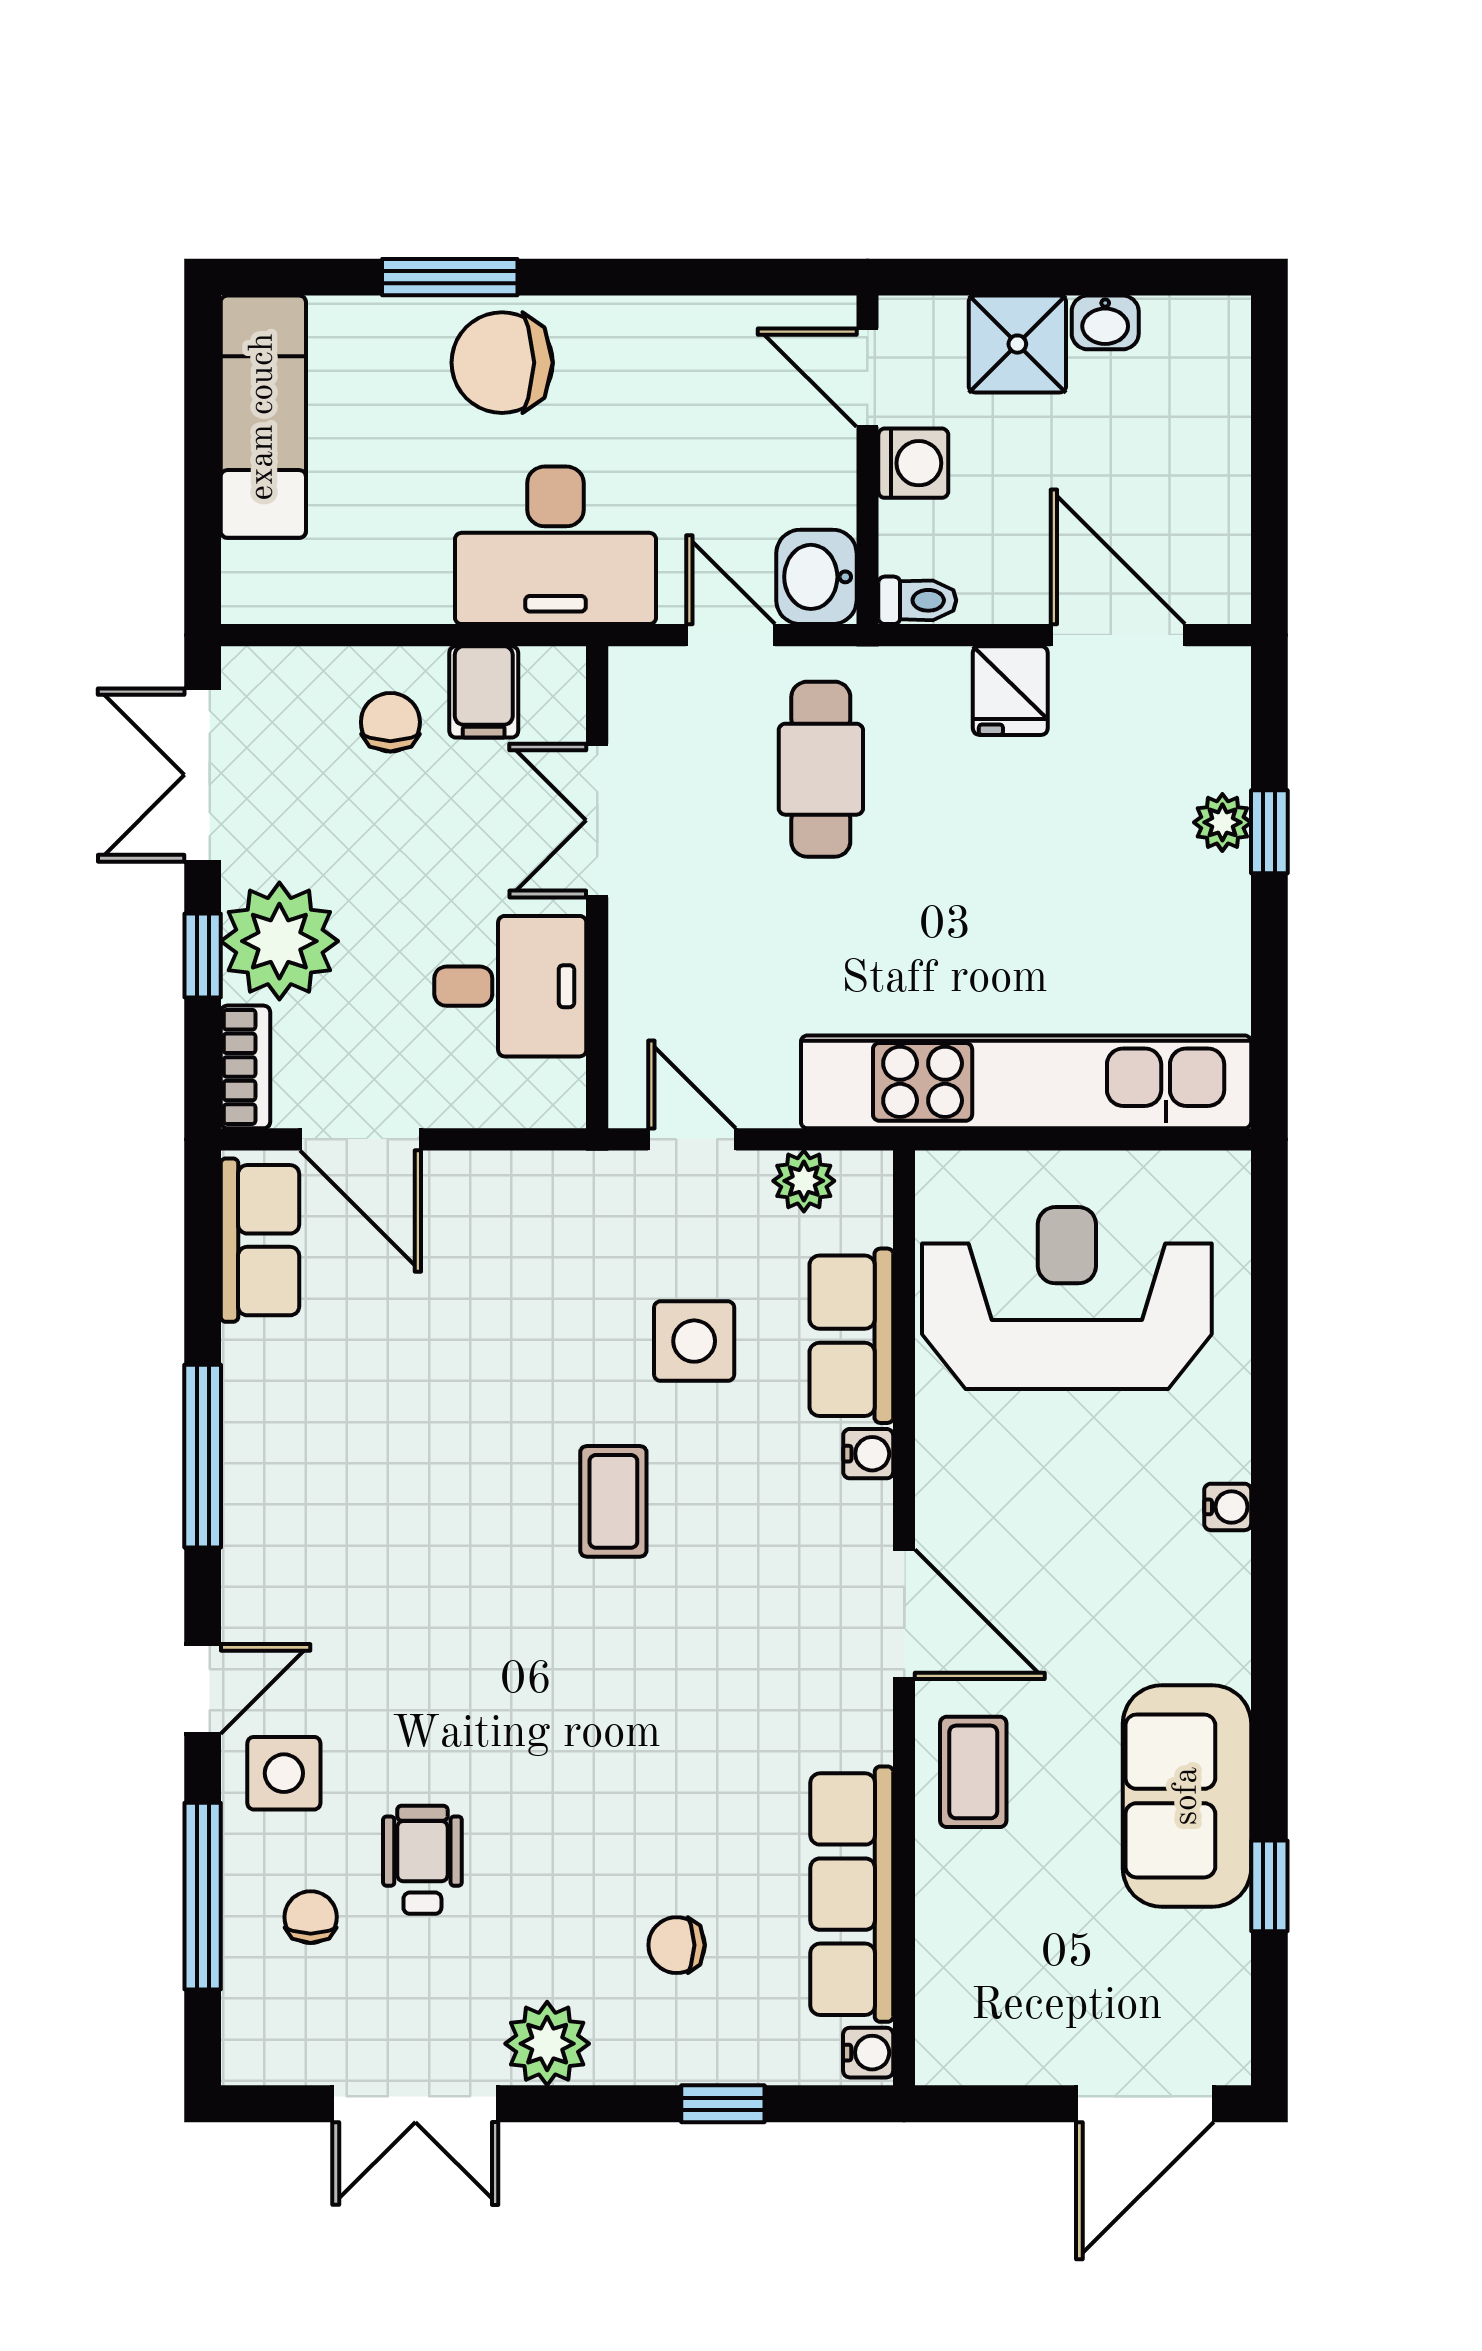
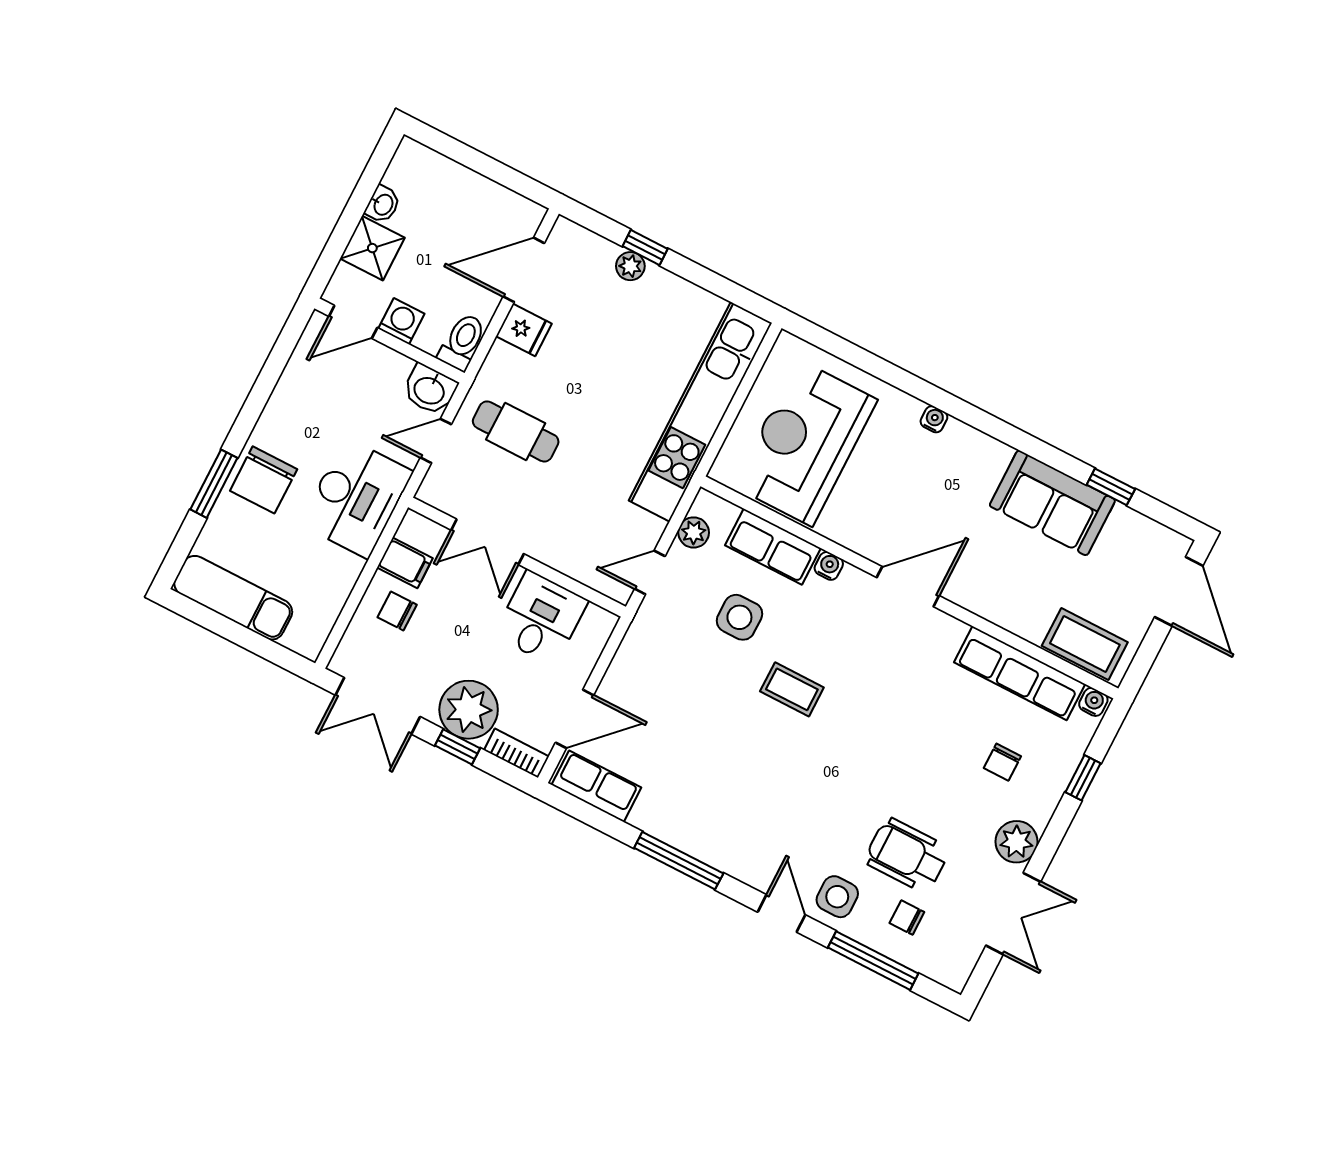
toilet: (917, 600) -> (462, 342), width x1.37, depth x1.39
coffee table: (973, 1772) -> (1085, 644), moved, width x1.36, depth x1.30
wheelchair: (422, 1860) -> (907, 855), width x1.36, depth x1.37

